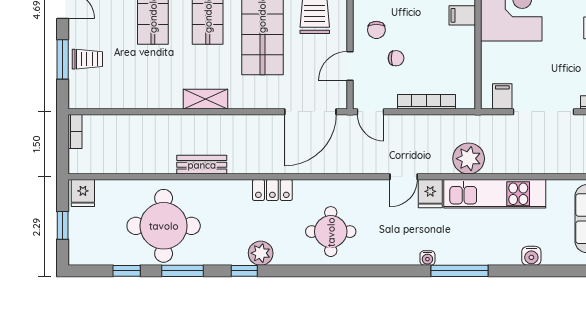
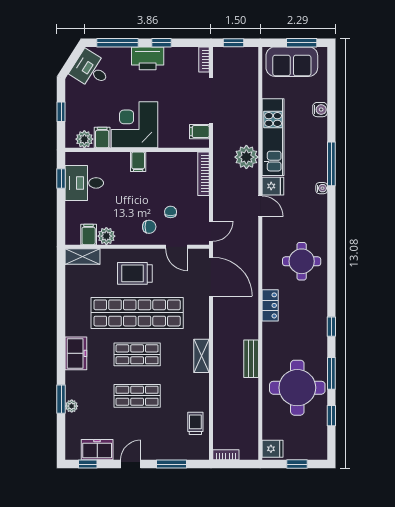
trolley: (87, 59) -> (195, 423), moved
bookcase: (426, 102) -> (203, 174), moved
plant: (261, 253) -> (318, 314), removed

